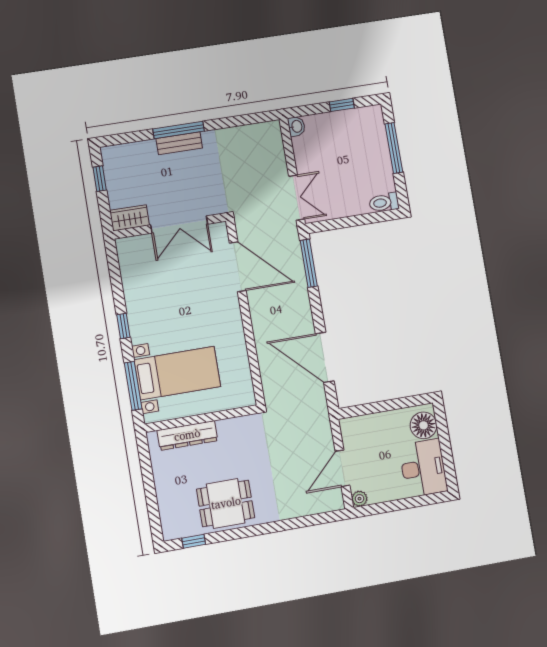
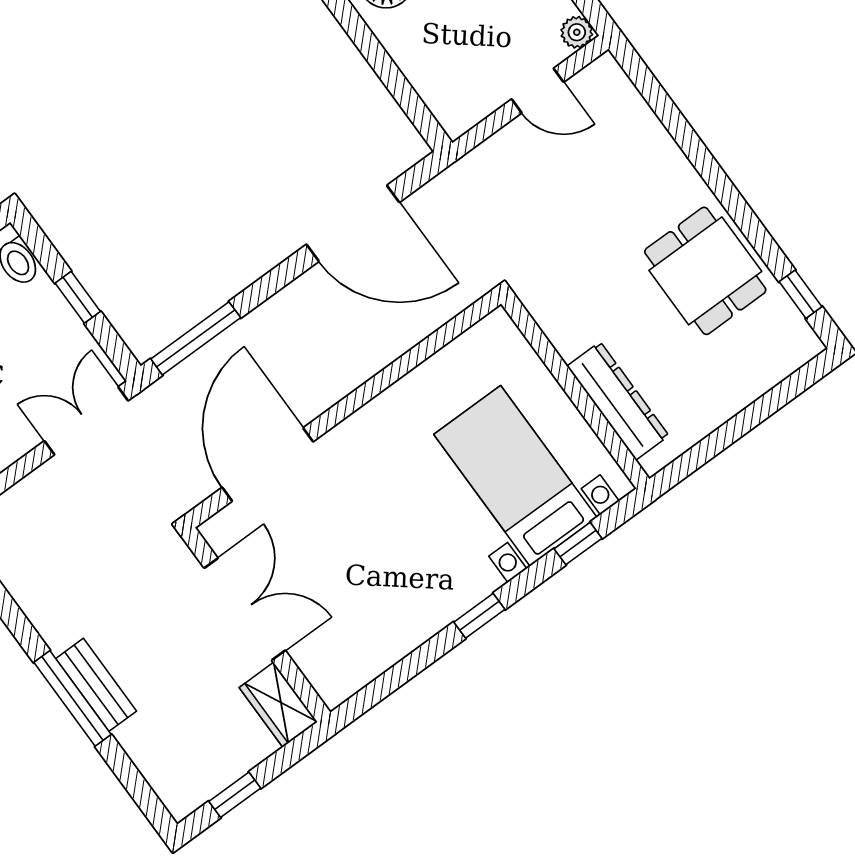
window: (352, 221) -> (78, 297), added
door: (325, 357) -> (353, 223), hinge flipped
window: (133, 386) -> (578, 544), width x0.46
door: (342, 468) -> (538, 91), width x0.73

